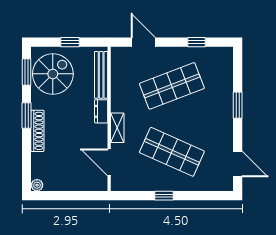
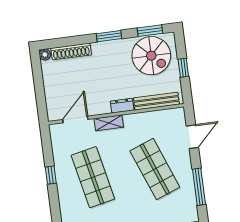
window: (197, 42) -> (199, 187), width x2.17
shoe rack: (37, 131) -> (71, 51), moved
shop shelf: (172, 152) -> (93, 177), turned -36

